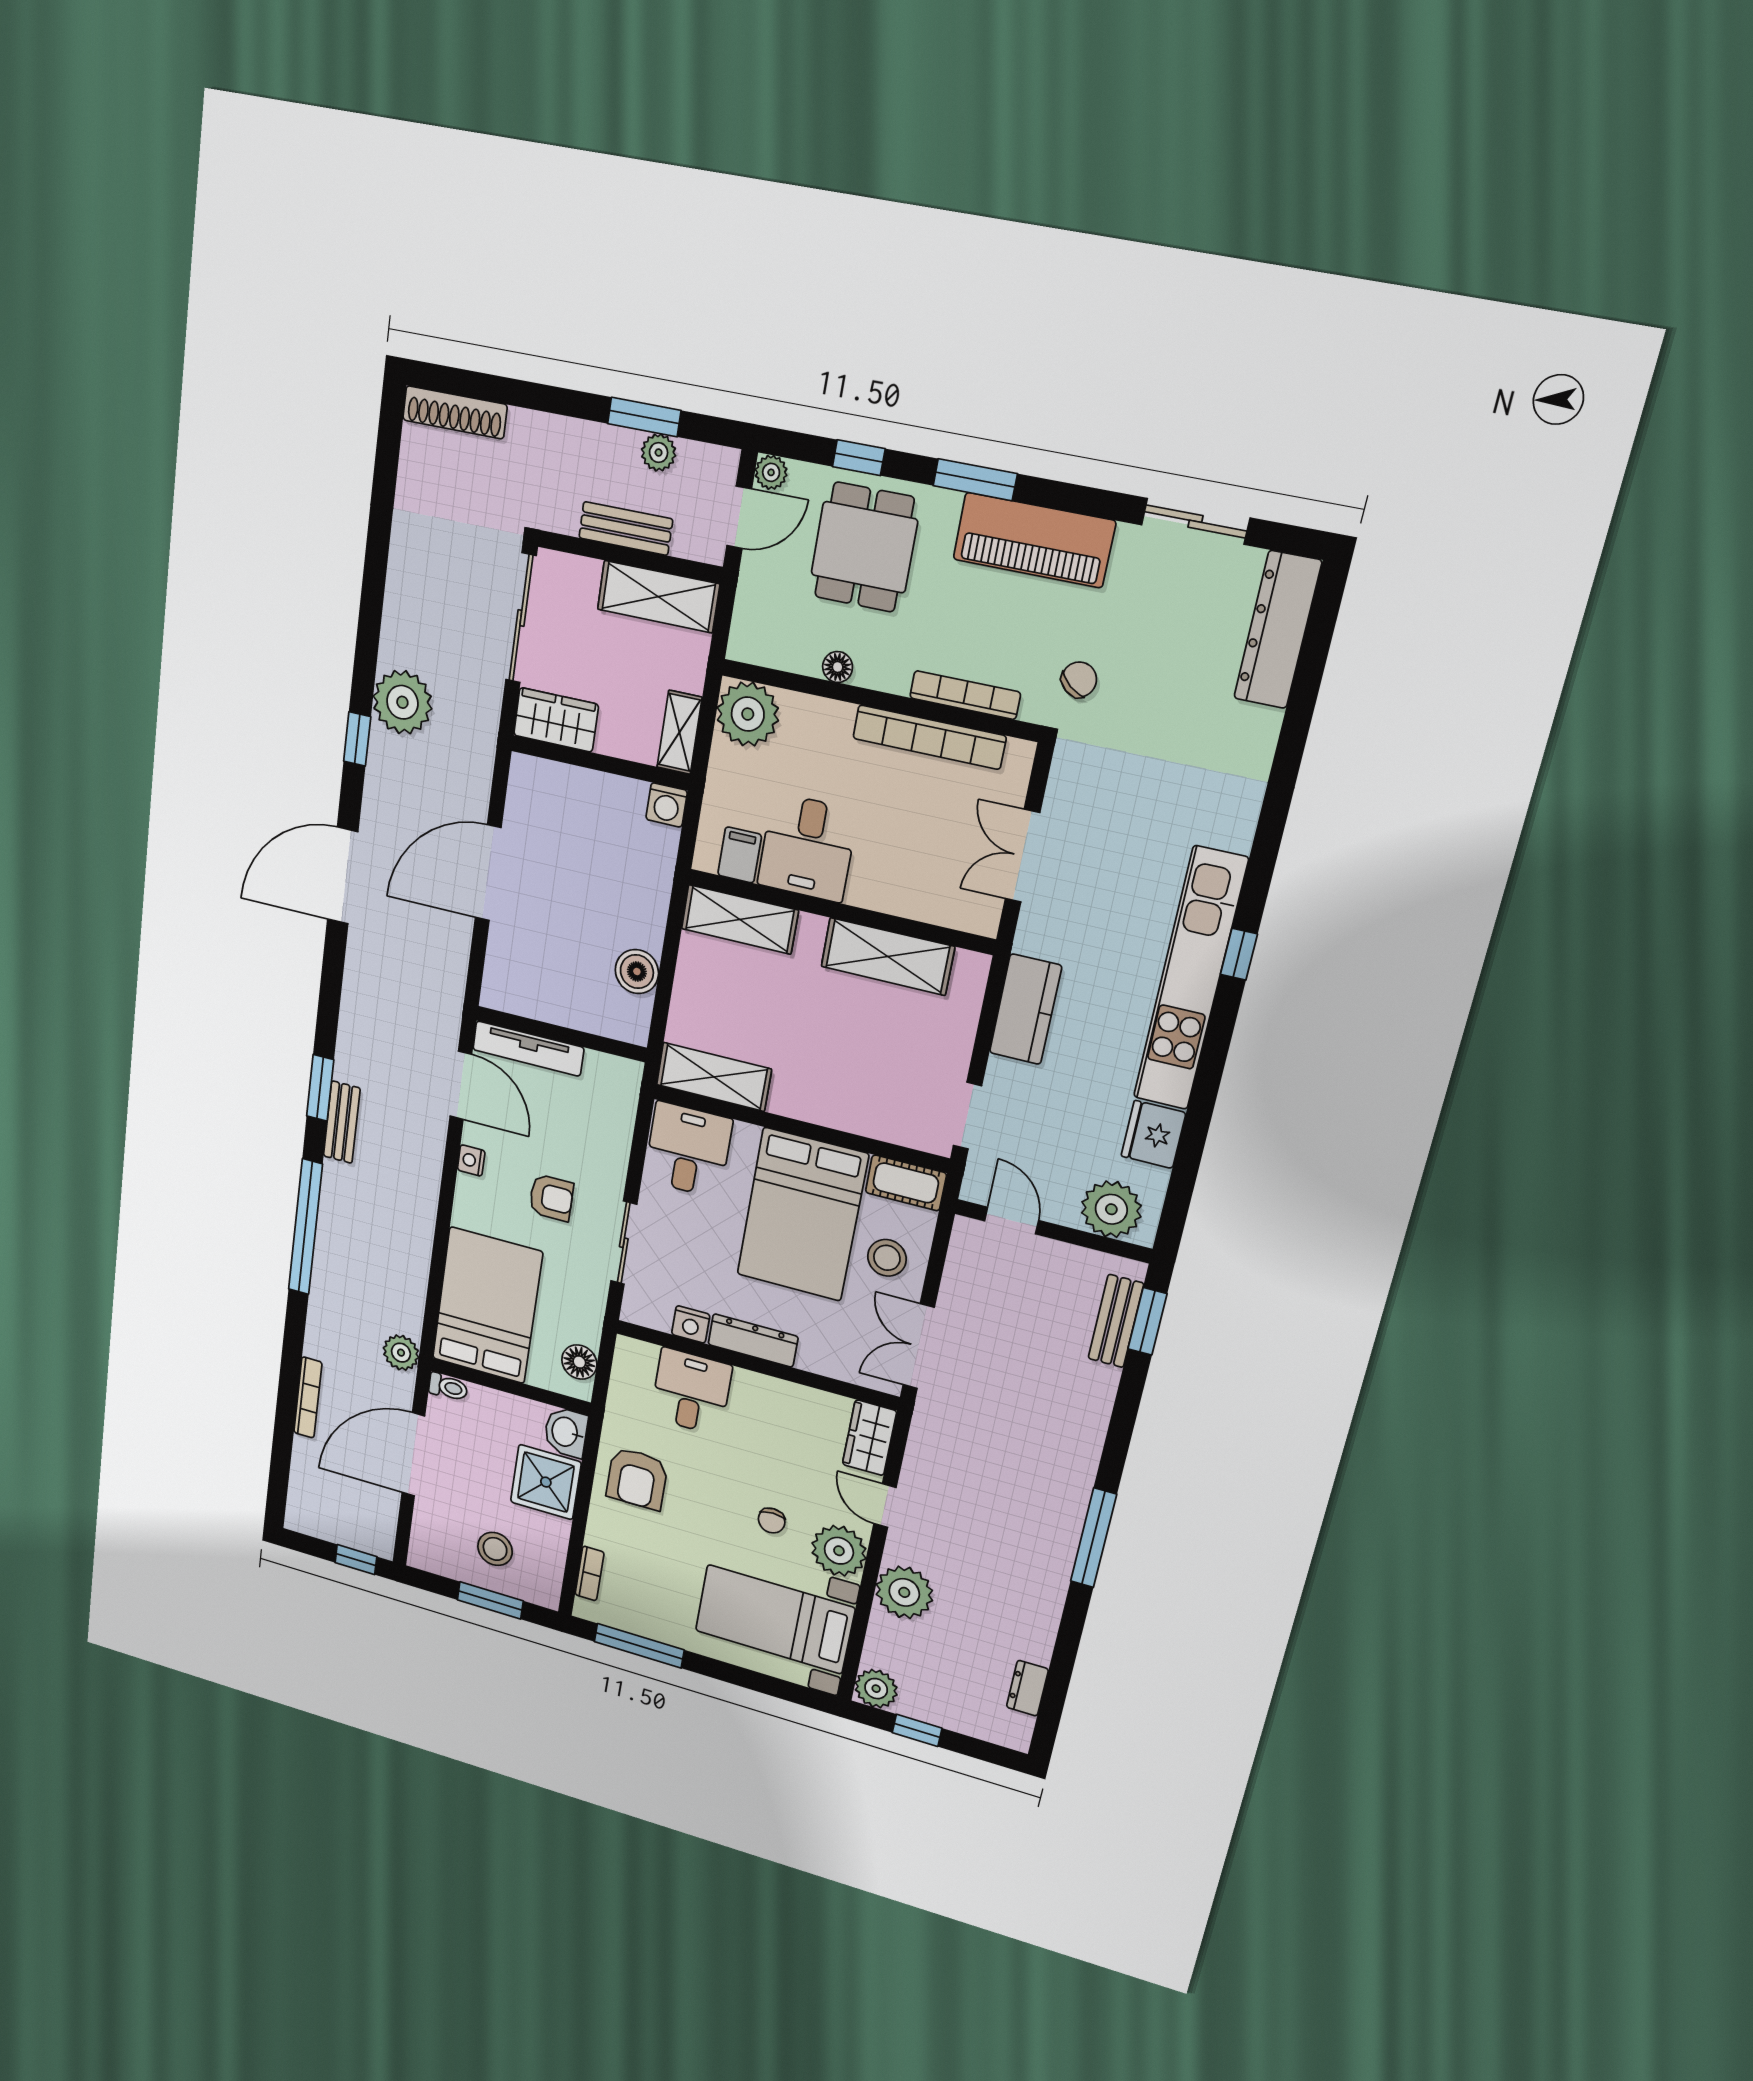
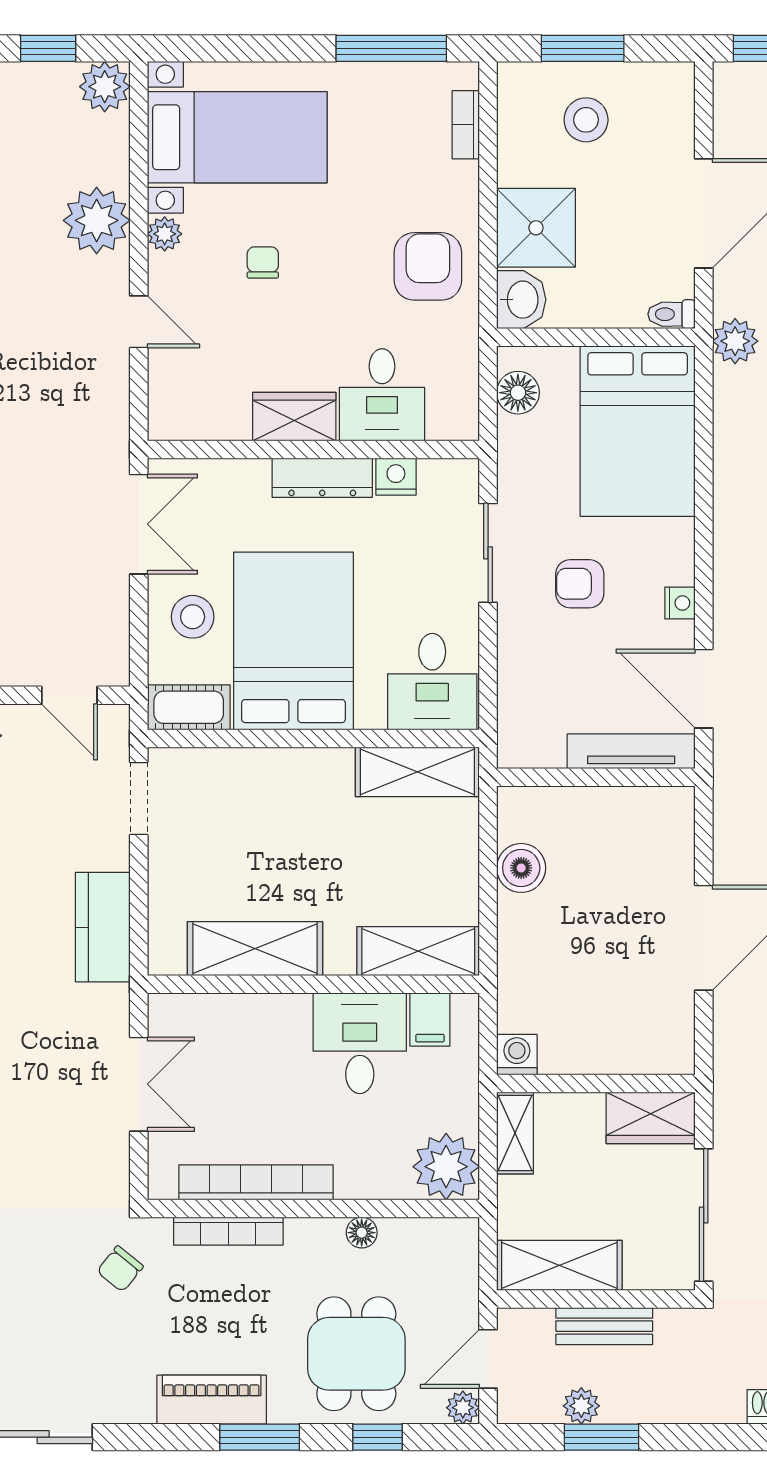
piano: (1034, 540) -> (212, 1400), width x0.73, depth x0.75
wardrobe: (869, 1438) -> (294, 417), moved, turned -90
plant: (839, 1551) -> (165, 234), width x0.53, depth x0.53

